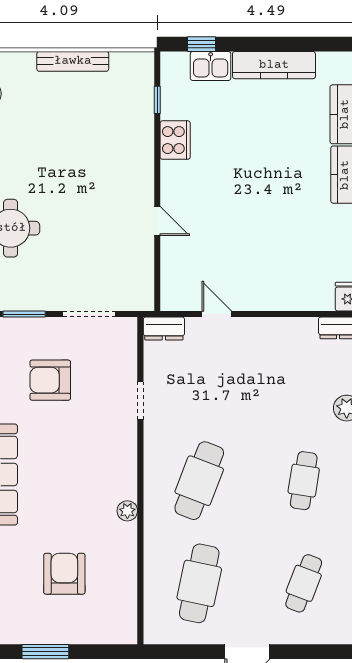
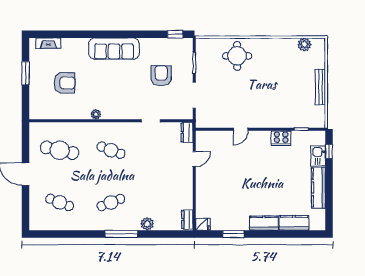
cafe table: (199, 481) -> (111, 150), width x0.73, depth x0.74
cafe table: (304, 481) -> (111, 202), turned -30

